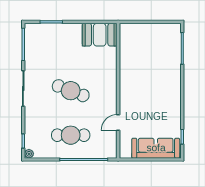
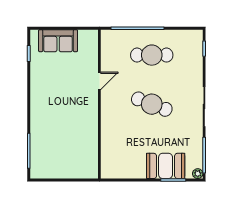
booth: (100, 35) -> (166, 166), moved
door: (118, 122) -> (99, 81), moved
sofa: (156, 148) -> (58, 41), width x0.73
plant: (29, 154) -> (198, 174), moved

